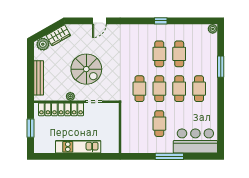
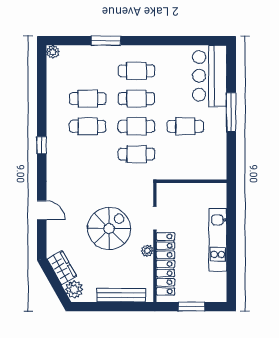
window: (161, 21) -> (42, 145), moved

